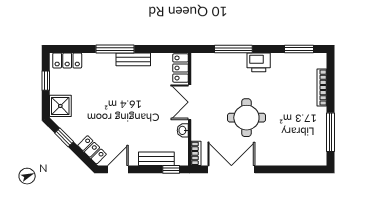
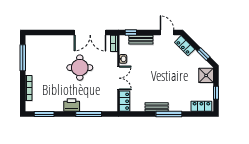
door: (118, 169) -> (167, 32), swing flipped

